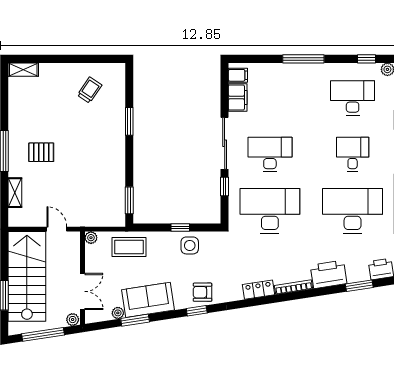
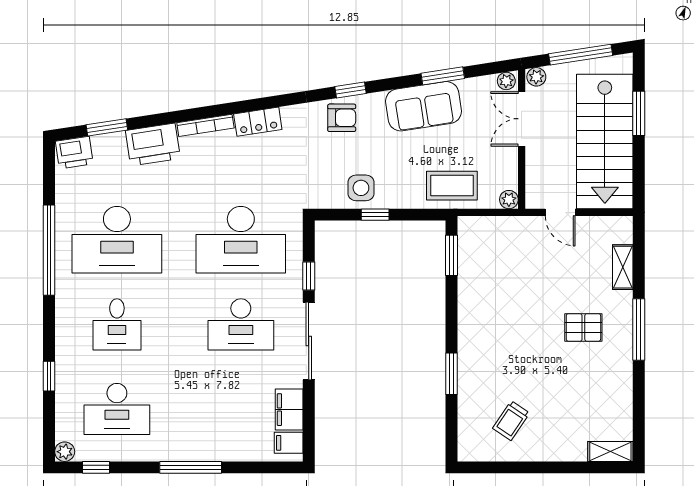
plant: (118, 313) -> (506, 81), moved

